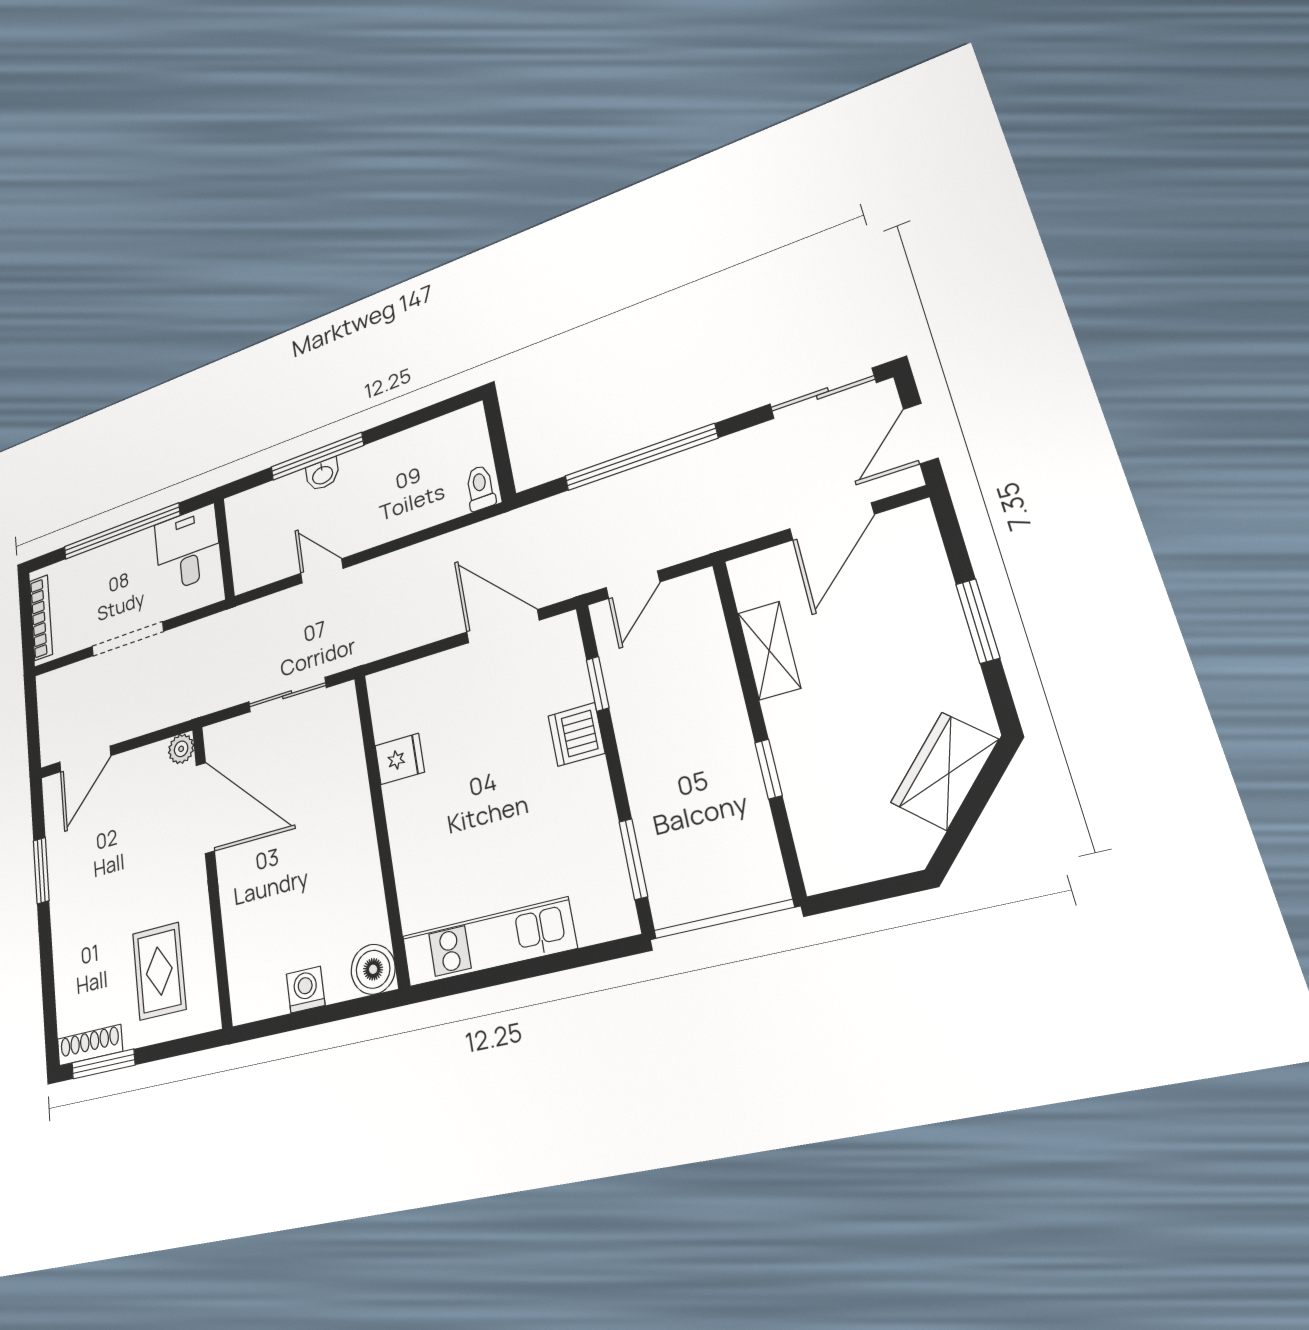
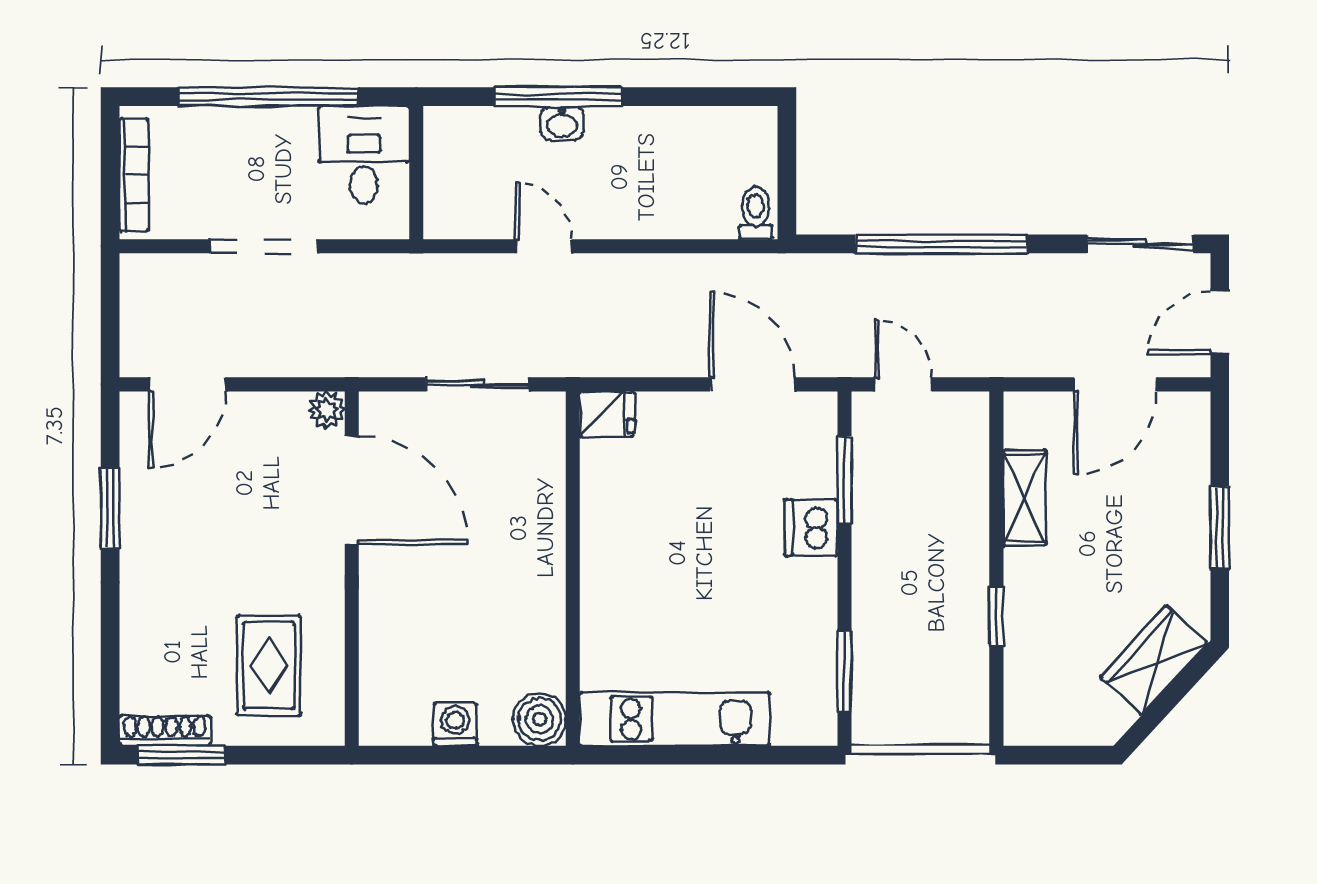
door: (633, 585) -> (904, 384), swing flipped
window: (598, 684) -> (844, 480), width x1.50
fridge: (400, 759) -> (607, 414), moved

